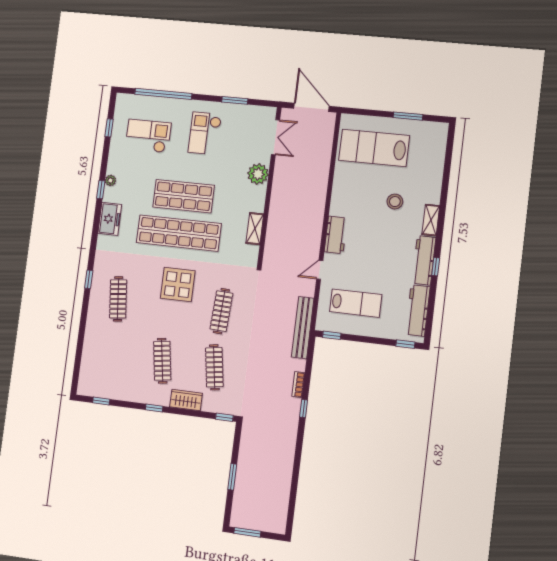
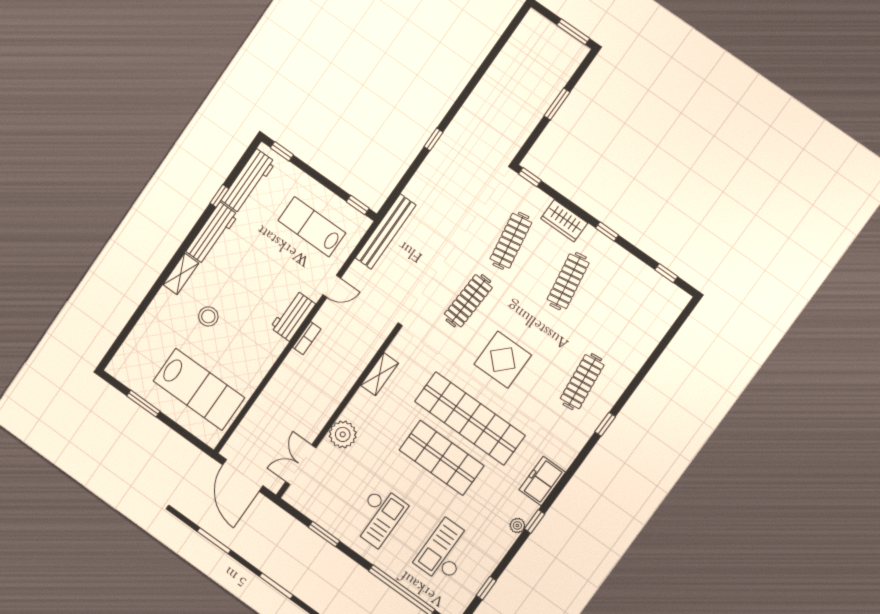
checkout: (148, 136) -> (445, 552), turned 90
window: (436, 267) -> (219, 196), moved
bookcase: (298, 385) -> (307, 338), moved

